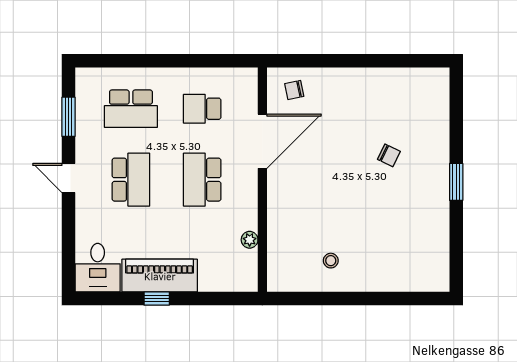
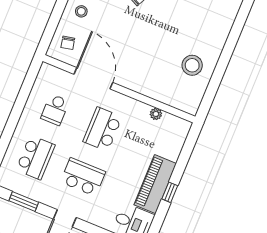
stool: (341, 91) -> (81, 11), added
school desk: (202, 180) -> (103, 129), turned 90
stool: (331, 261) -> (192, 65), width x1.89, depth x1.89

